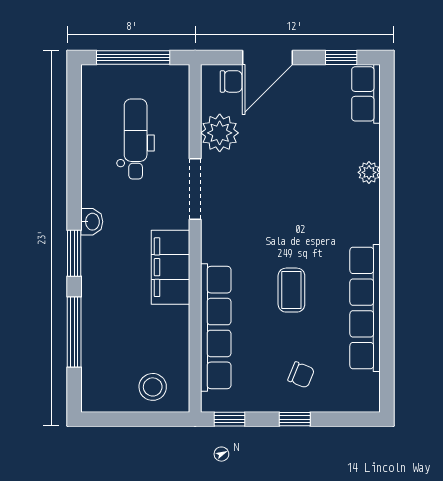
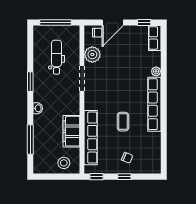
washbasin: (92, 222) -> (38, 108), moved
window: (74, 253) -> (30, 82), moved
filing cabinet: (171, 267) -> (71, 131), moved
row of seats: (365, 308) -> (154, 104), moved

